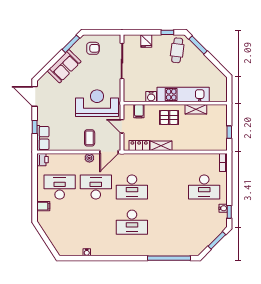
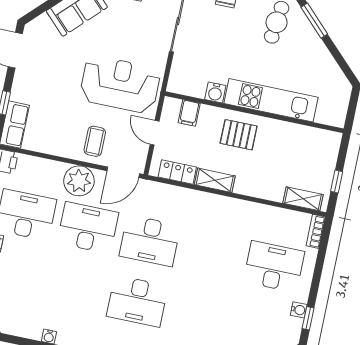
shelving: (196, 109) -> (303, 199), moved
plant: (89, 158) -> (79, 181), width x1.88, depth x1.88
desk: (204, 187) -> (274, 267), turned 180

